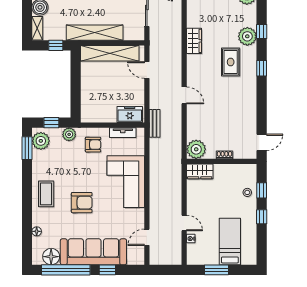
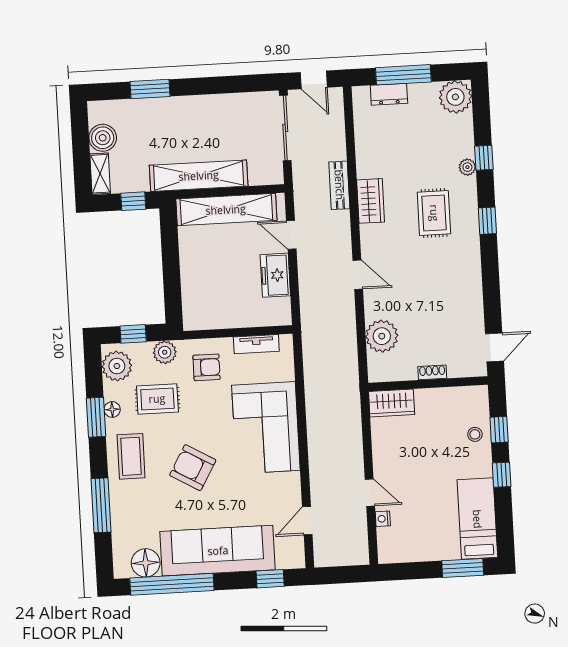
plant: (247, 36) -> (467, 167), width x0.53, depth x0.53
wardrobe: (194, 41) -> (371, 201), moved
freezer: (130, 115) -> (275, 275), moved, turned -90
bench: (155, 123) -> (339, 185), moved
window: (27, 148) -> (96, 417), moved
plant: (196, 149) -> (382, 336), moved
rug: (63, 161) -> (157, 399), added
armchair: (82, 203) -> (193, 468), turned -150
window: (27, 222) -> (101, 505), added
floor lamp: (37, 231) -> (112, 409), moved
bed: (230, 242) -> (477, 519), moved
window: (107, 270) -> (270, 579), moved
window: (217, 270) -> (463, 568), moved

